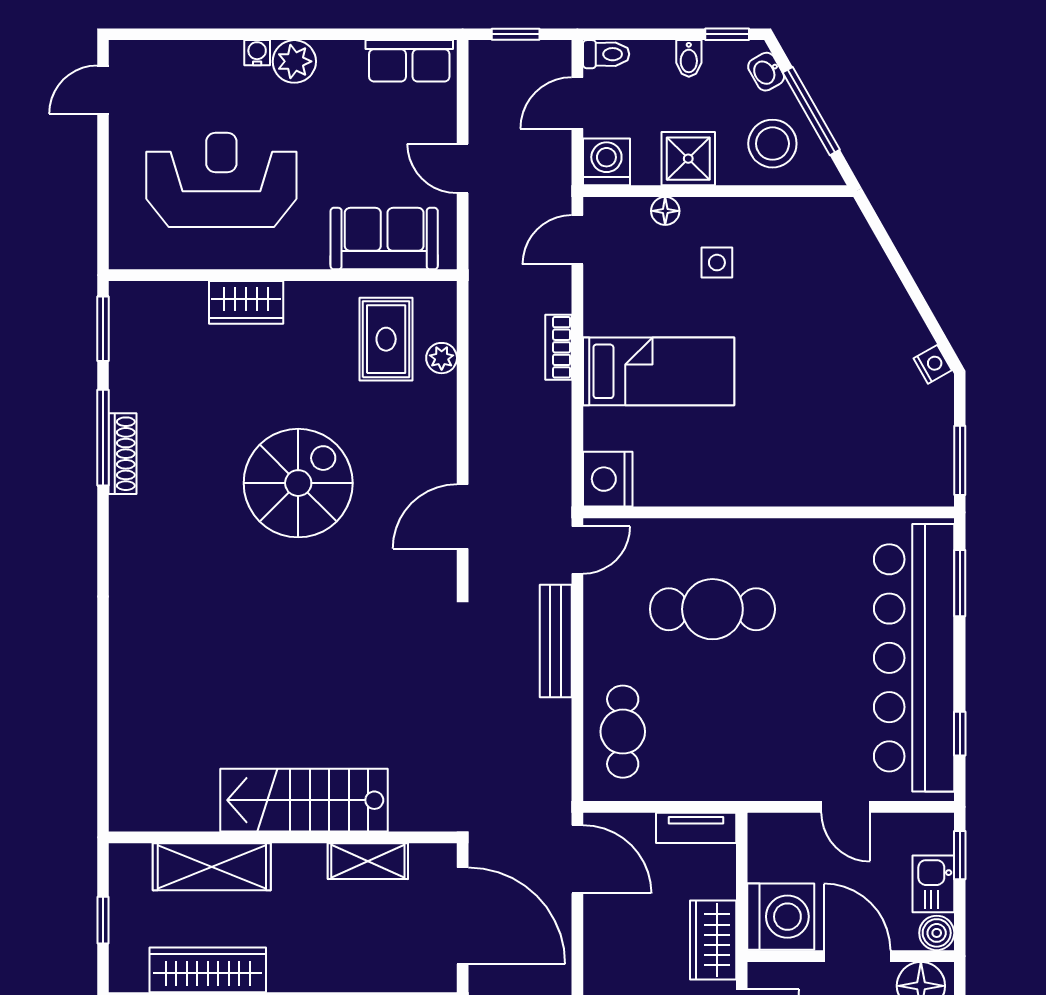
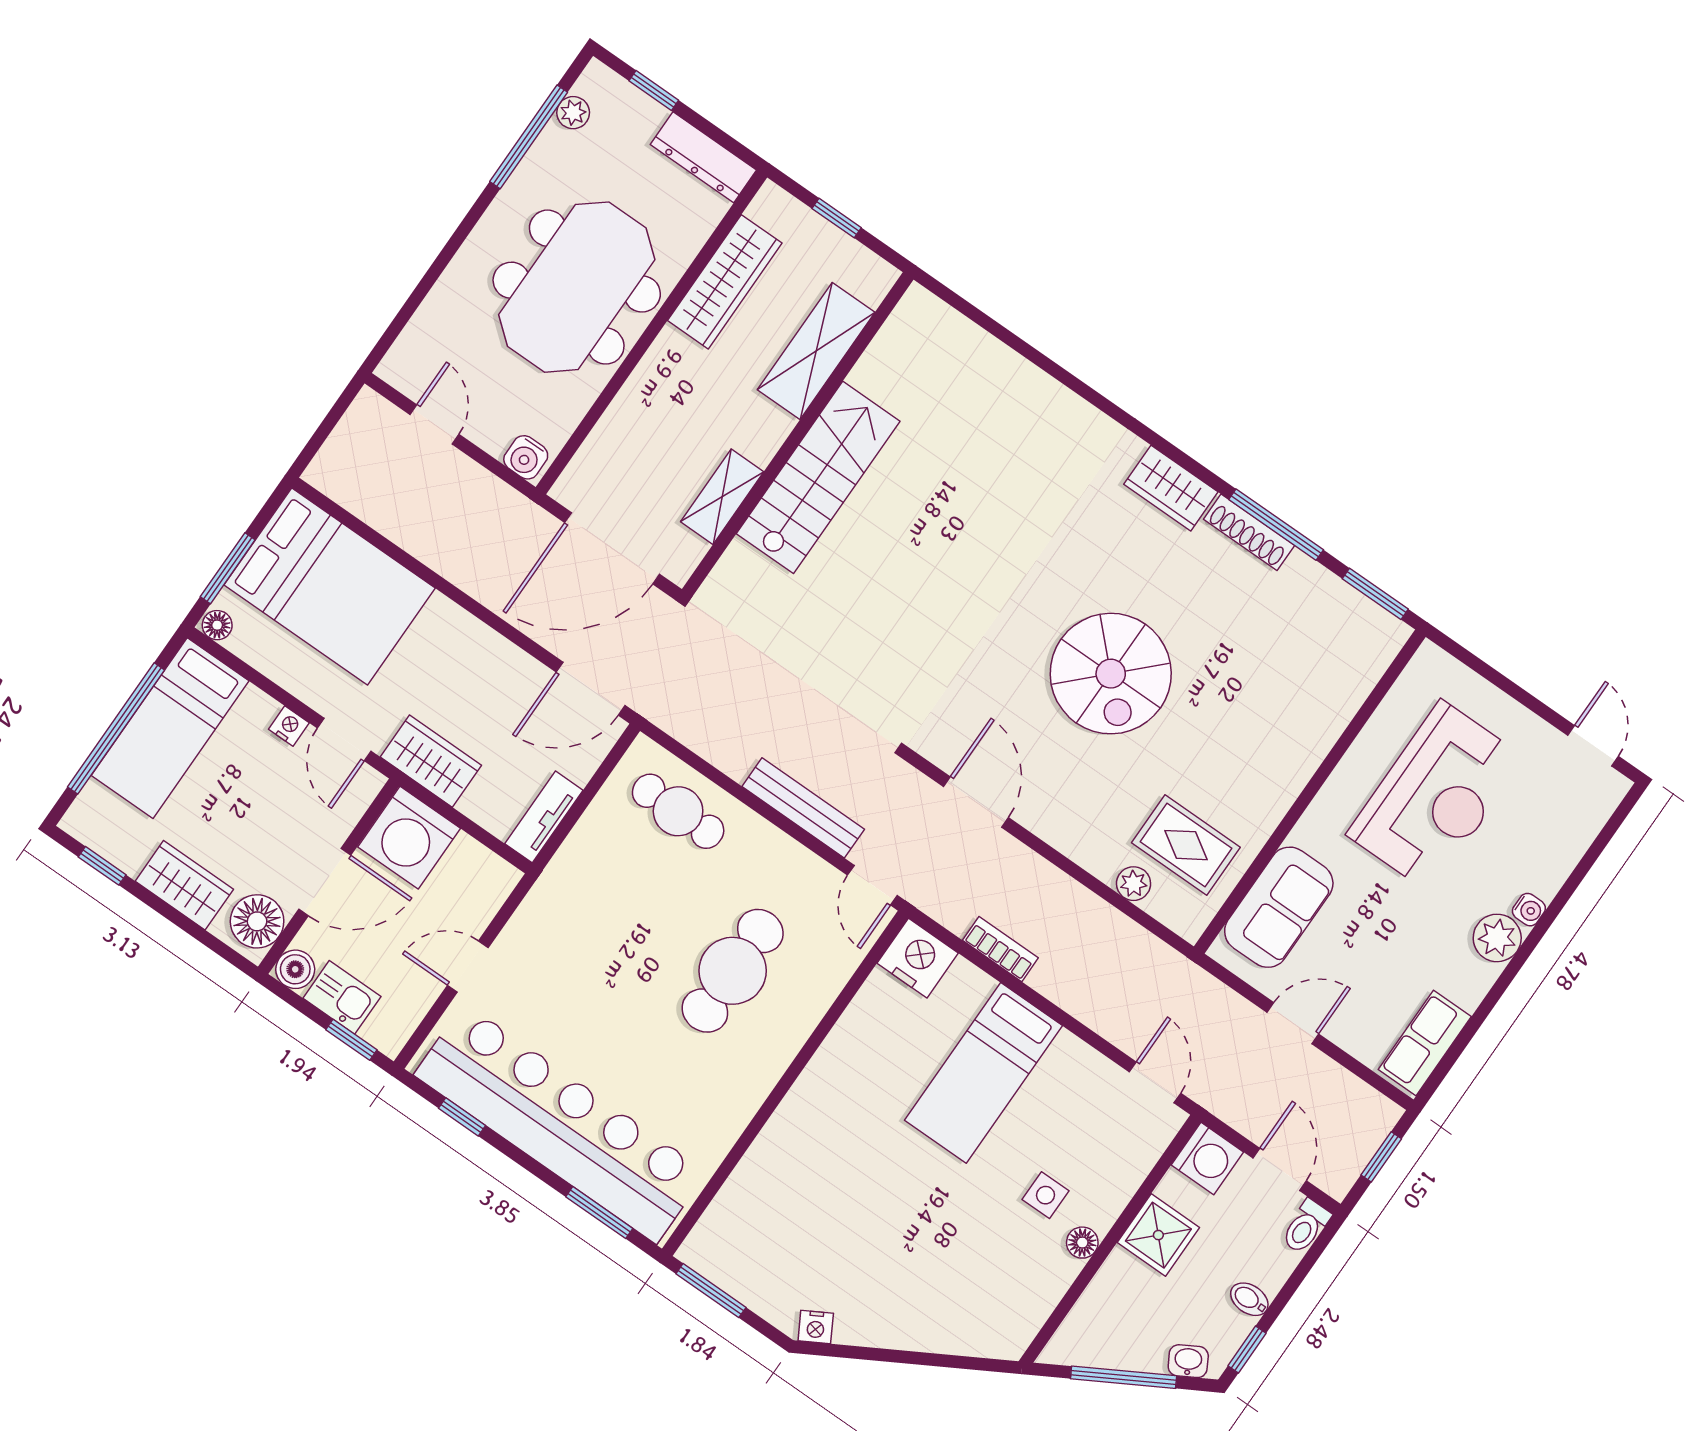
stool: (772, 144) -> (1119, 1321), removed
floor lamp: (665, 211) -> (1082, 1243), moved
wardrobe: (246, 302) -> (1171, 488), moved, turned -90
bookcase: (558, 347) -> (1000, 949), moved

